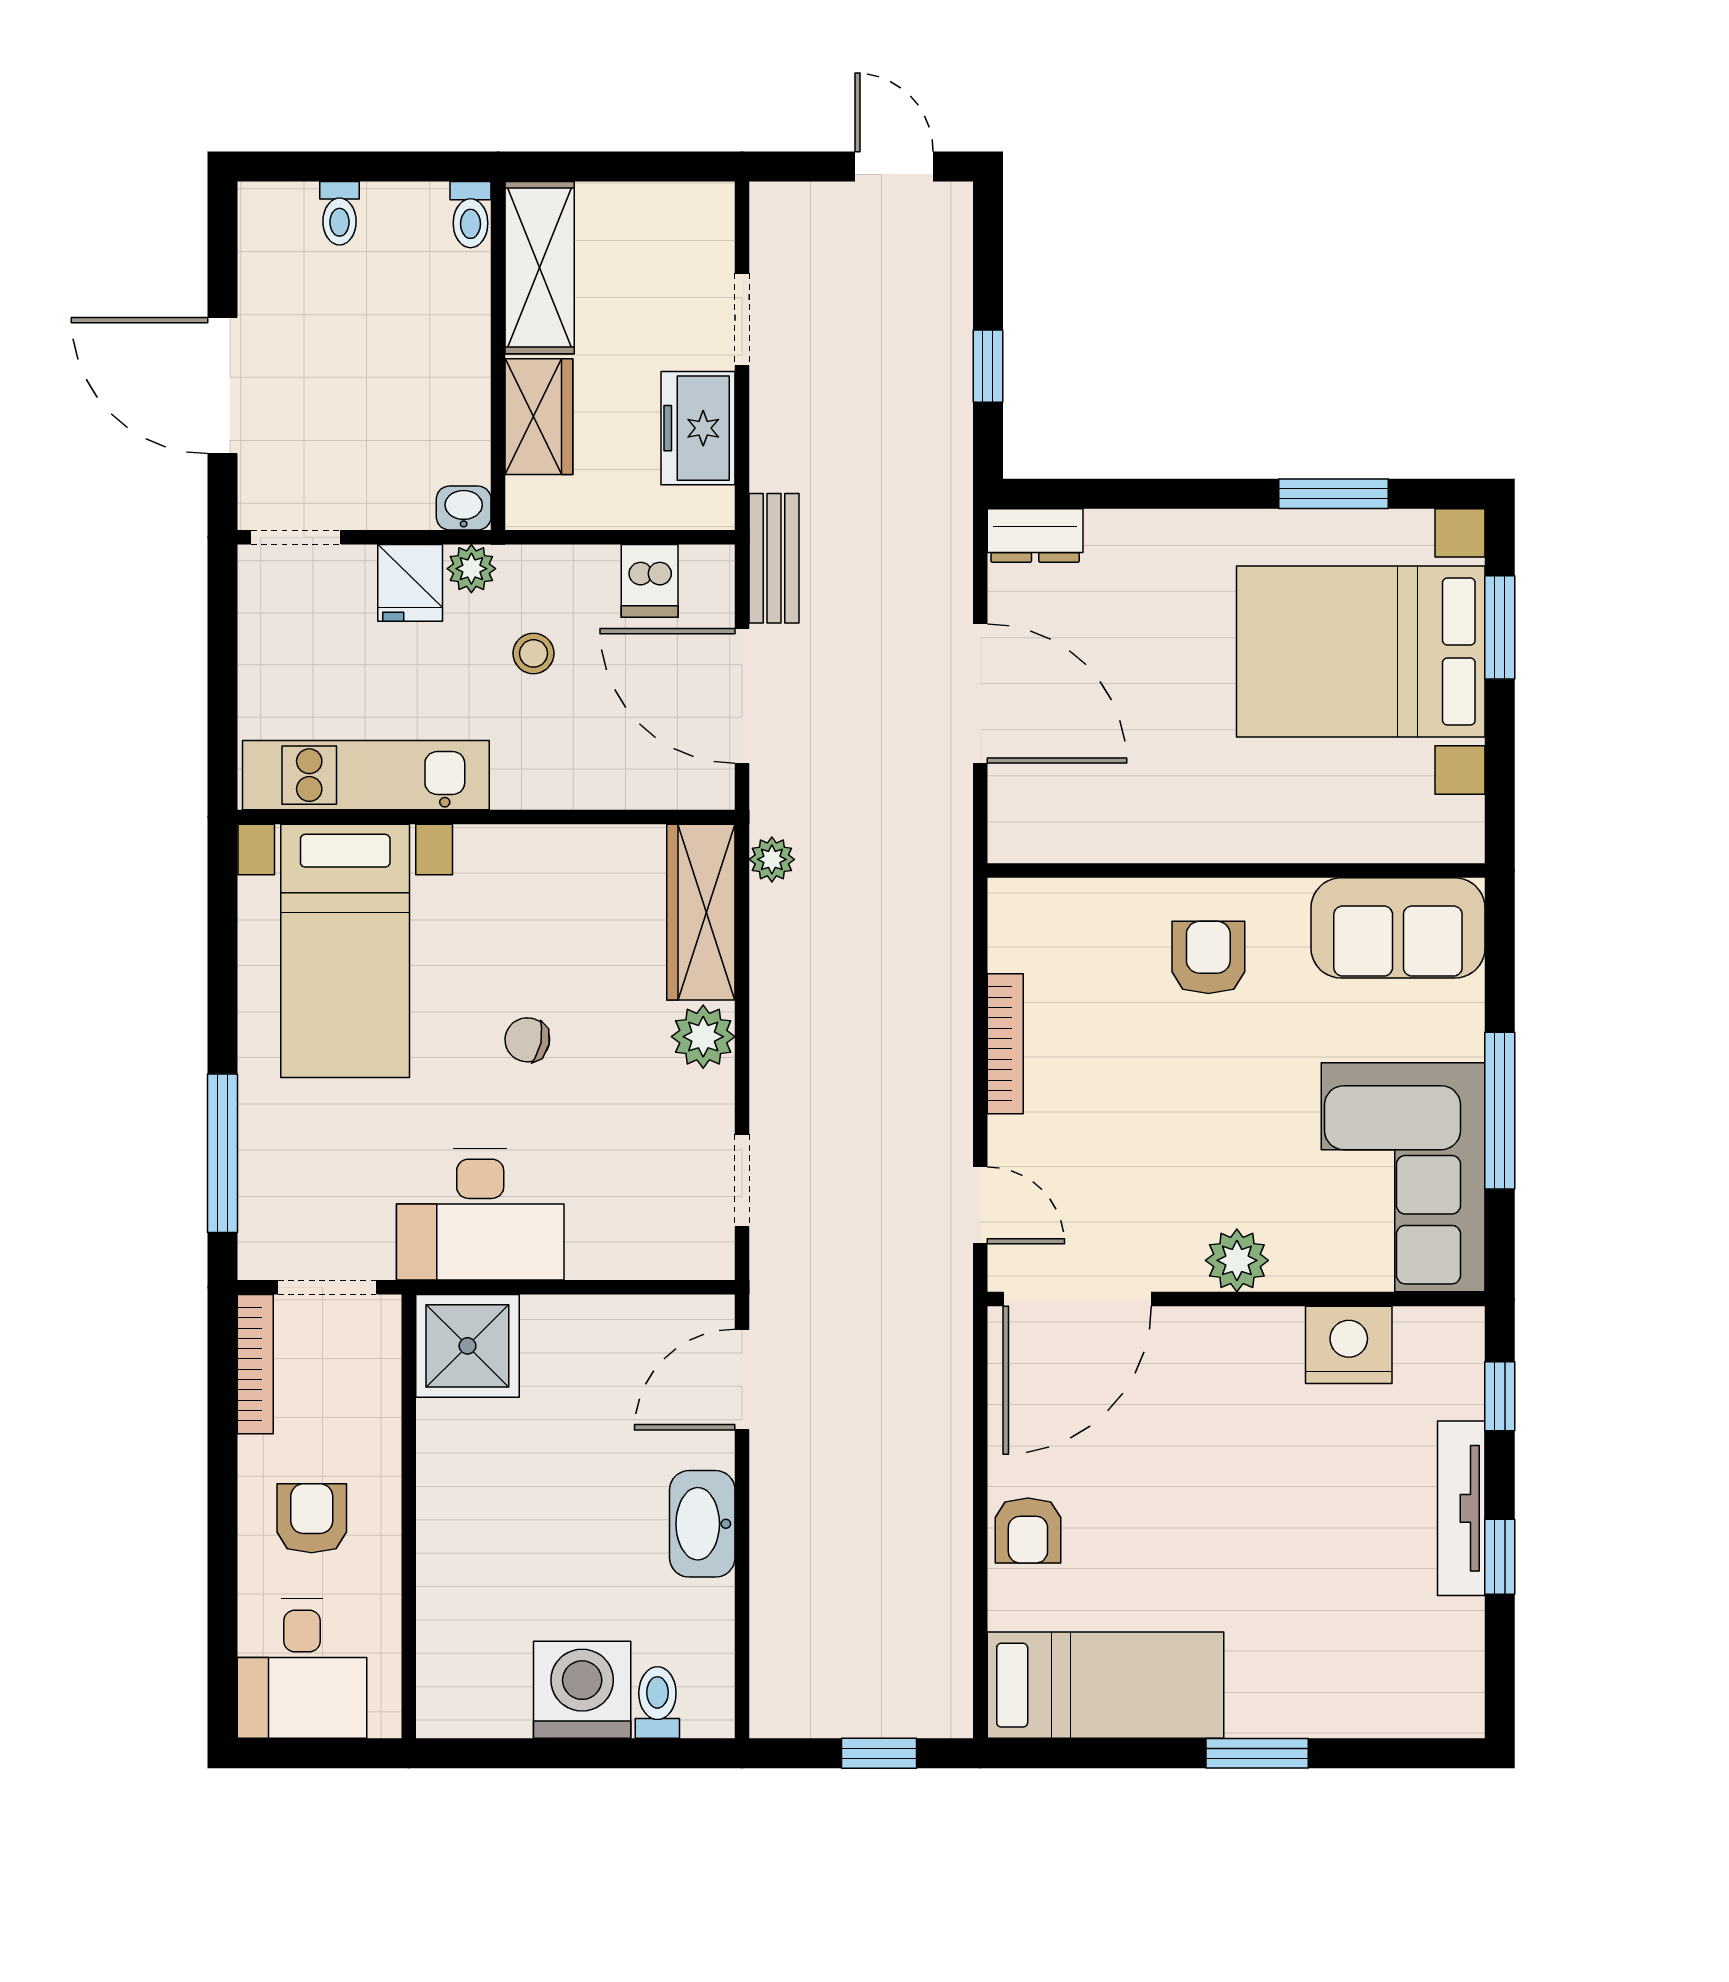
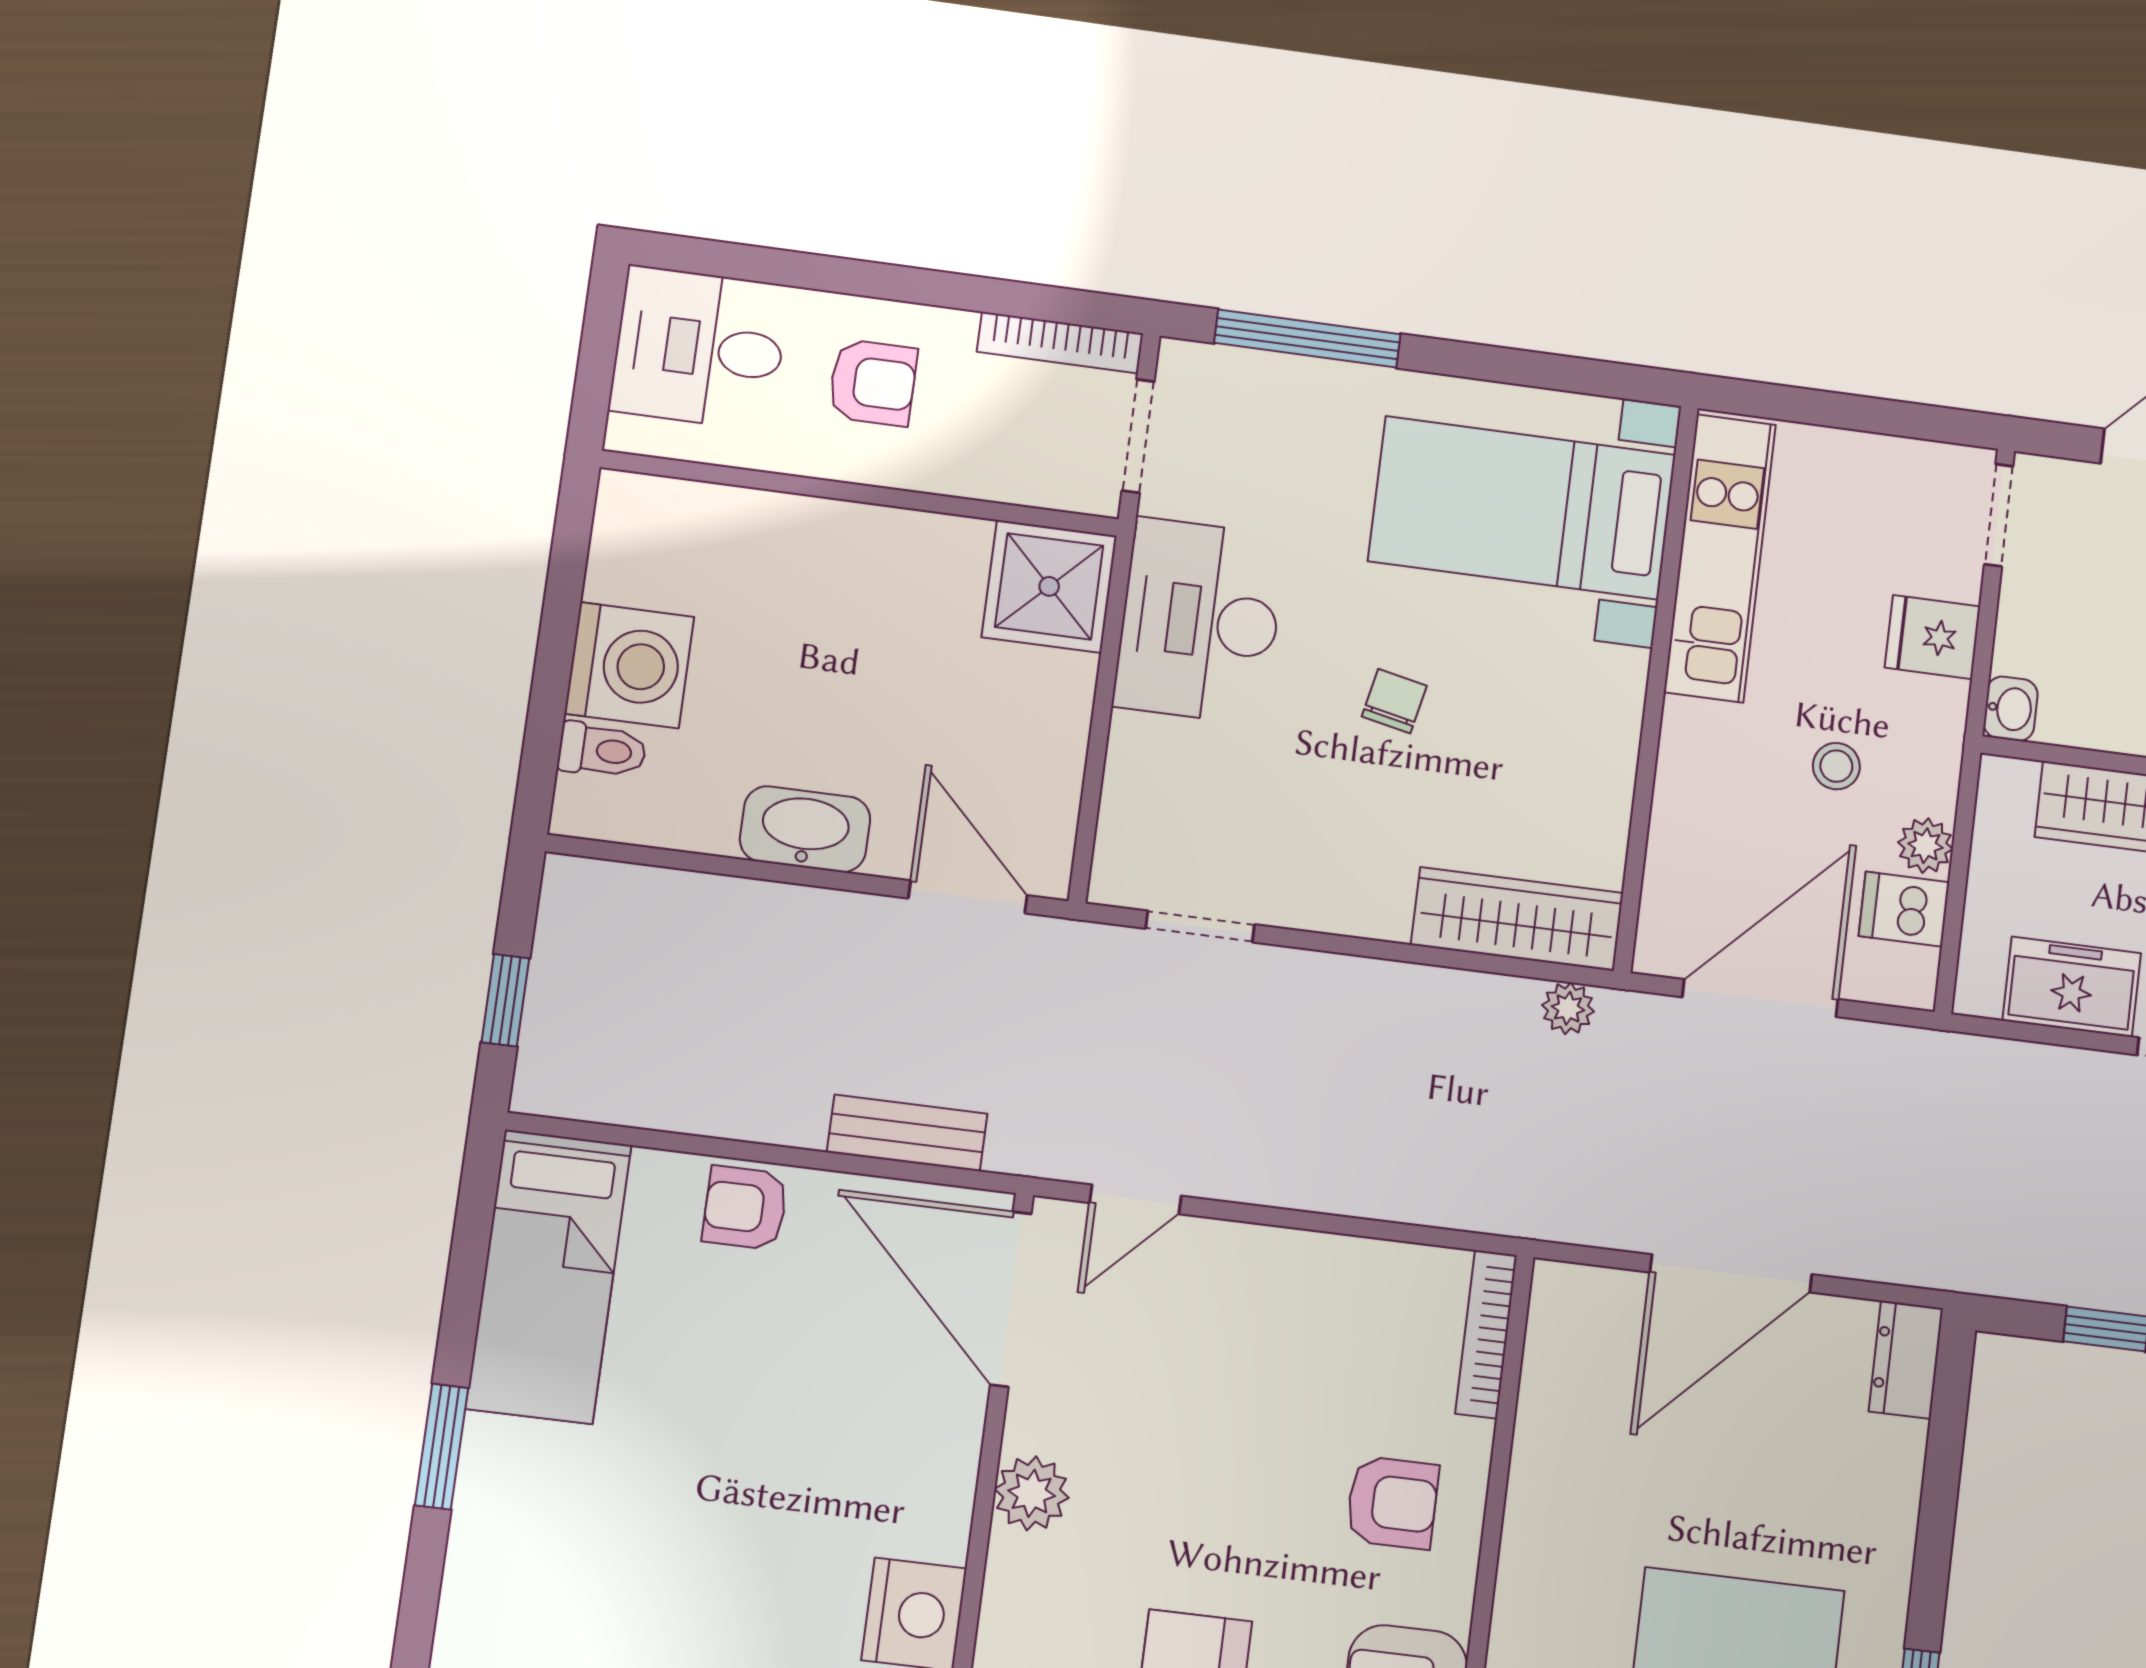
bench: (774, 558) -> (907, 1133), moved
plant: (471, 569) -> (1925, 846), moved
plant: (703, 1037) -> (1373, 903), removed
bookcase: (1005, 1044) -> (1486, 1334), moved, turned 90

